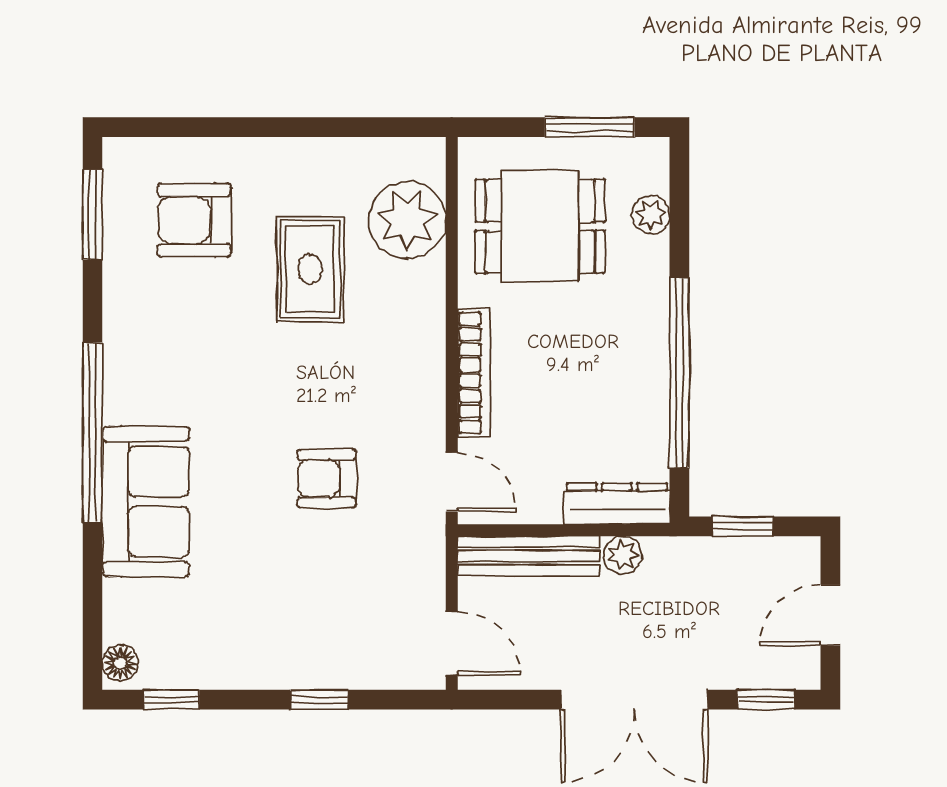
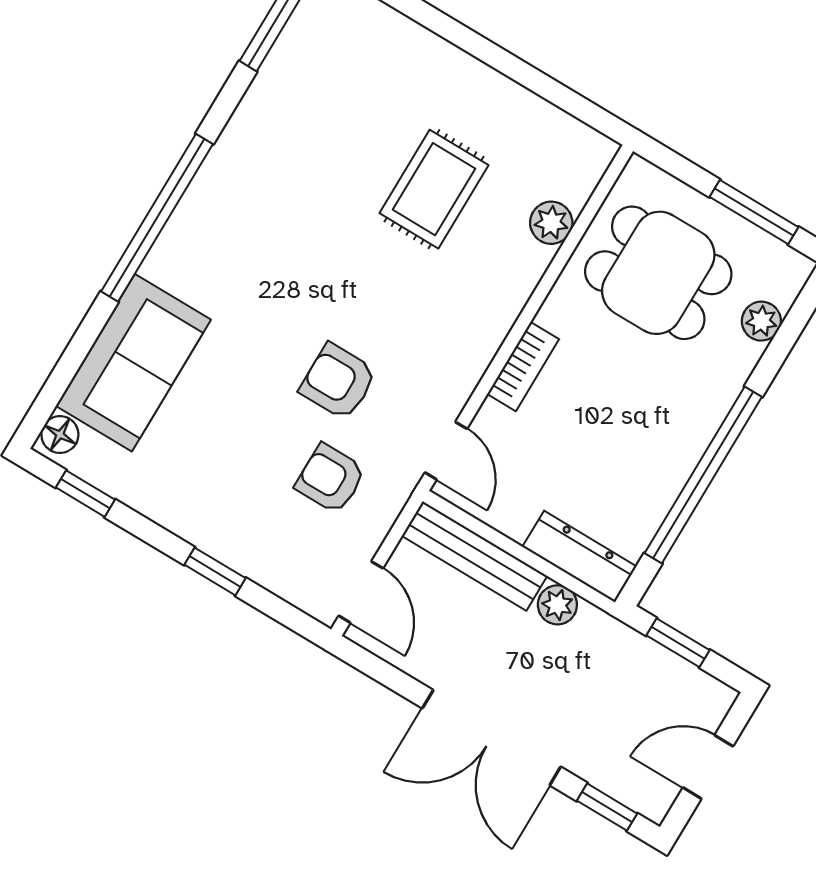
armchair: (194, 220) -> (330, 479), moved, width x0.72, depth x0.72
plant: (407, 220) -> (551, 223), width x0.53, depth x0.53
bookcase: (474, 373) -> (523, 367), width x0.64
sofa: (146, 502) -> (133, 363), moved

